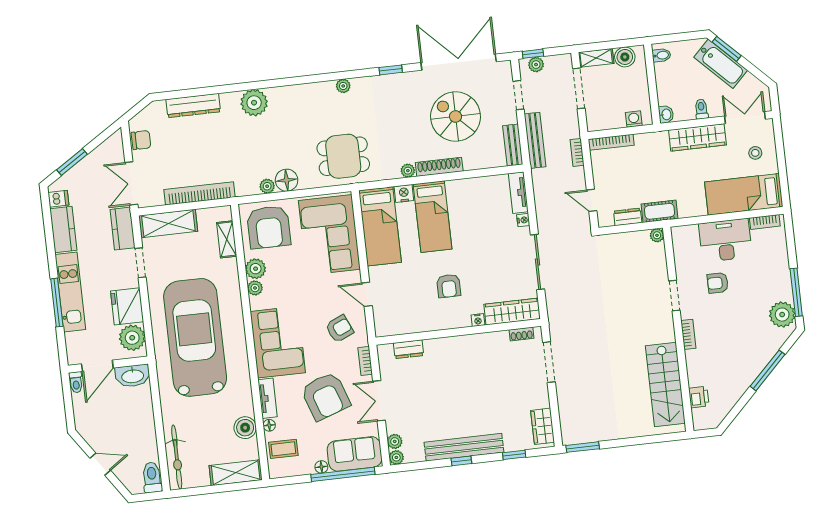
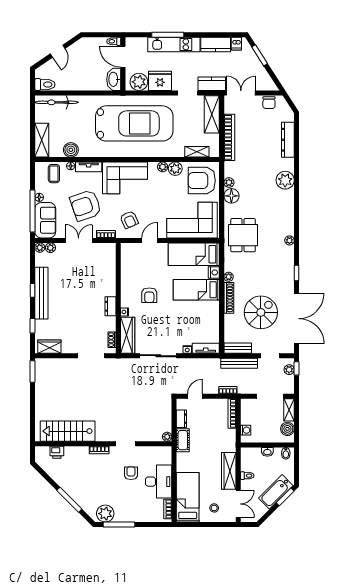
washbasin: (666, 114) -> (267, 452), moved
armchair: (449, 286) -> (149, 295), turned -90
dresser: (408, 349) -> (110, 306), moved

